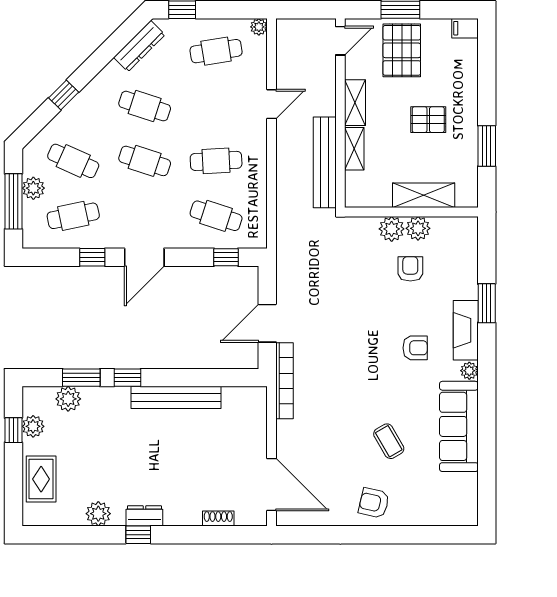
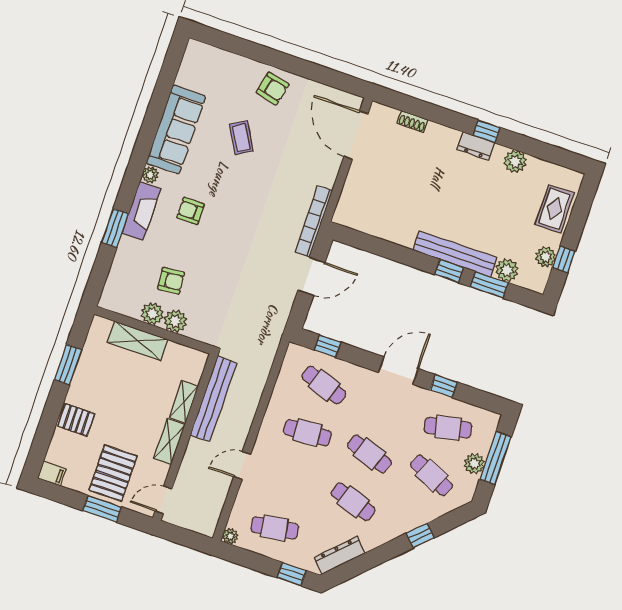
pallet: (428, 120) -> (76, 420), moved
armchair: (410, 269) -> (171, 281), turned -95
bench: (176, 397) -> (455, 254), moved

